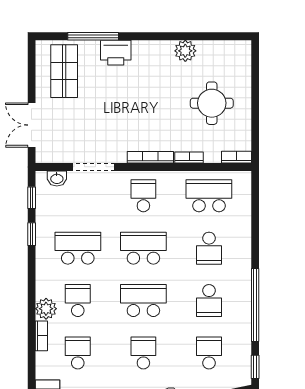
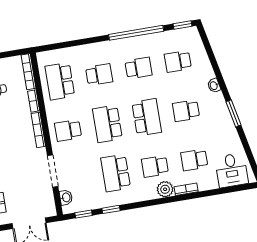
bookcase: (236, 157) -> (29, 72), width x1.56
school desk: (143, 301) -> (147, 117), turned 180

